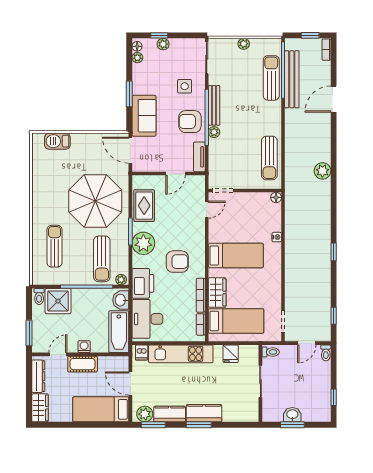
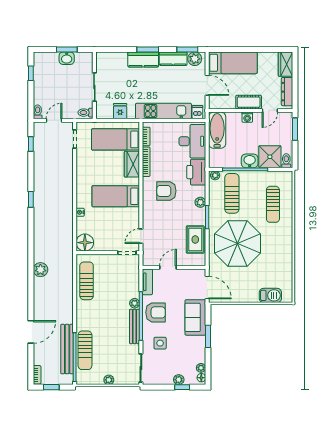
floor lamp: (276, 197) -> (85, 243), width x1.89, depth x1.89
plant: (143, 243) -> (200, 202), width x0.53, depth x0.53
washbasin: (121, 300) -> (250, 161), moved, turned -90

